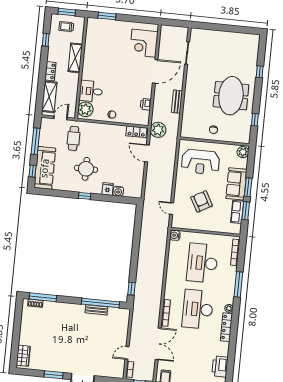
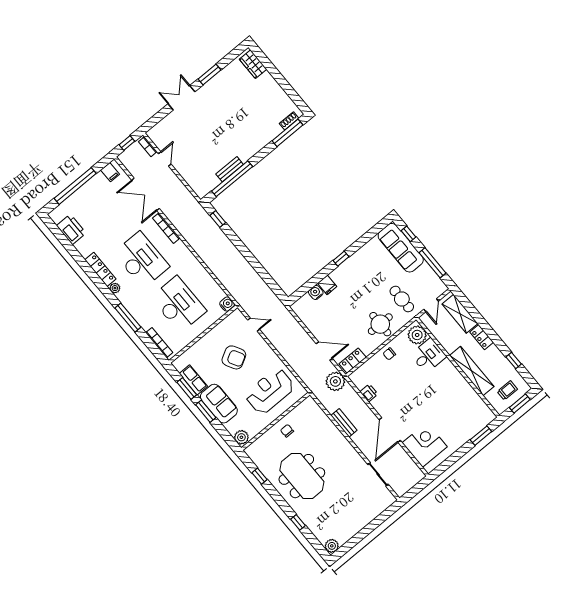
plant: (254, 39) -> (332, 546), added
shelving: (75, 58) -> (472, 371), width x1.47
round table: (86, 169) -> (380, 324), moved

